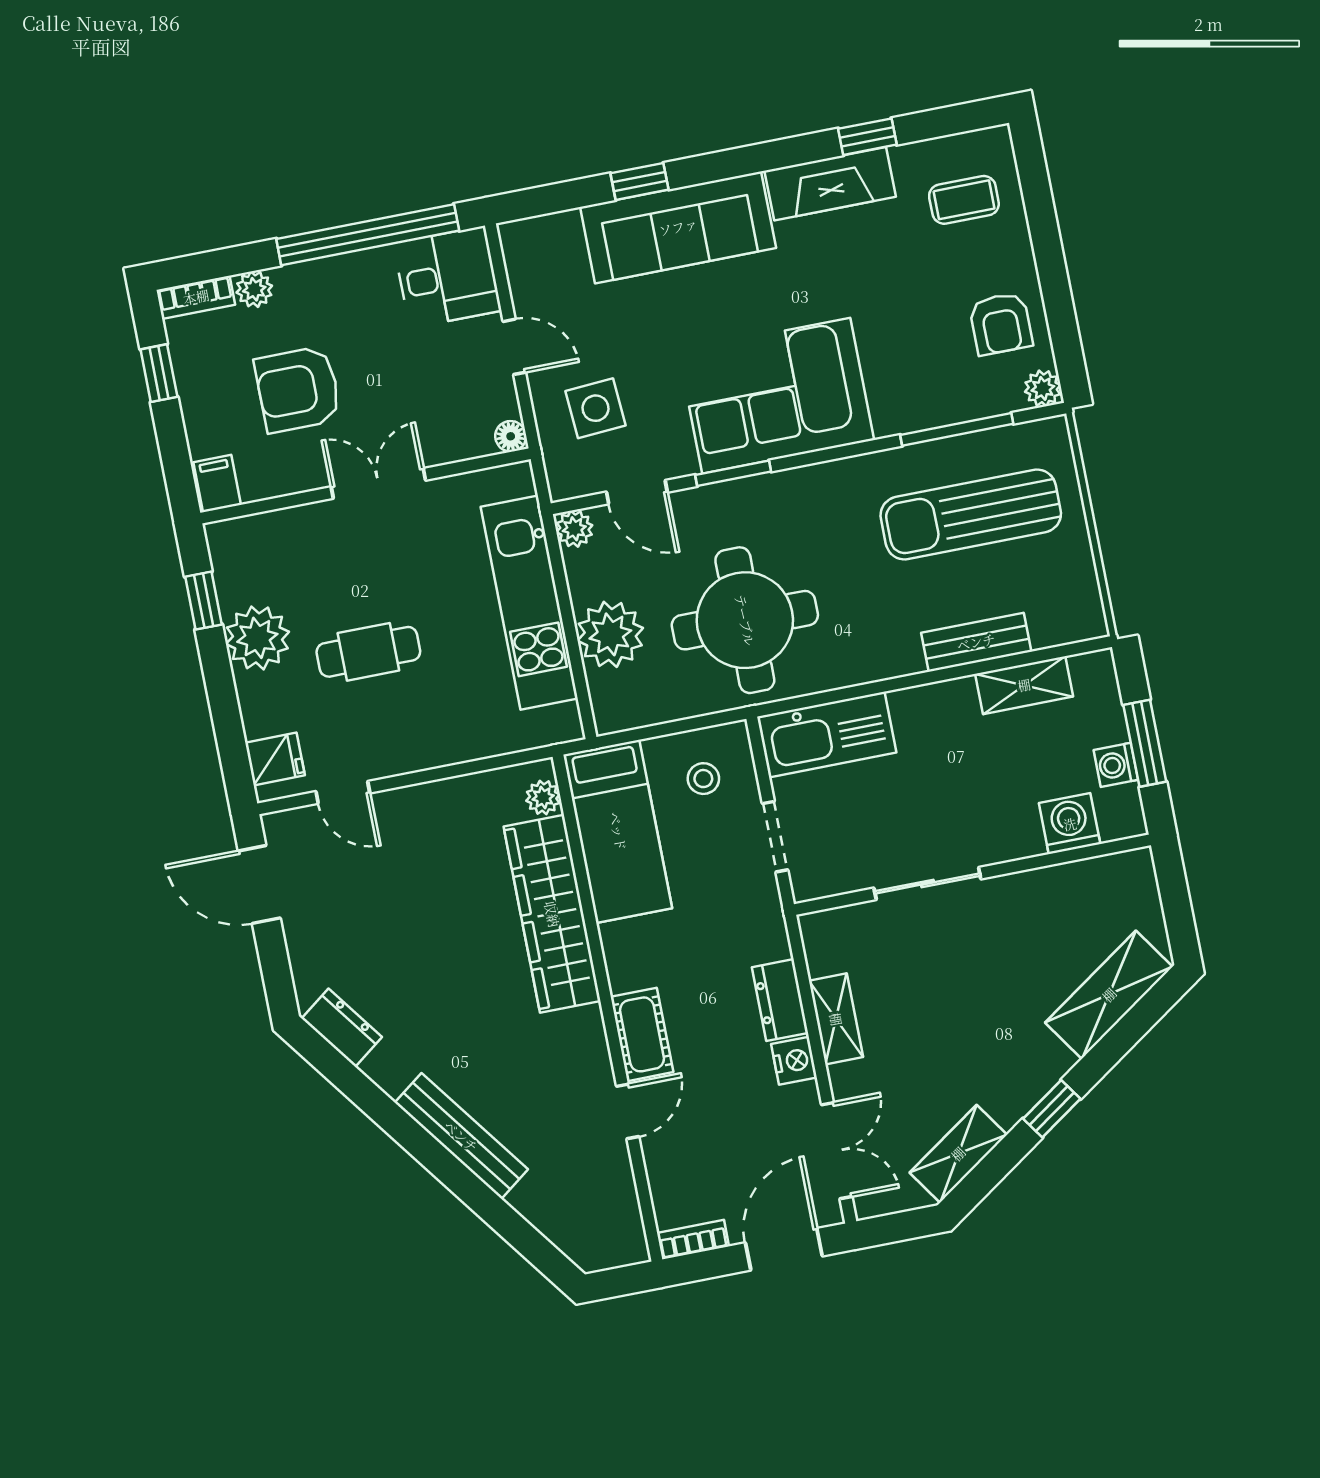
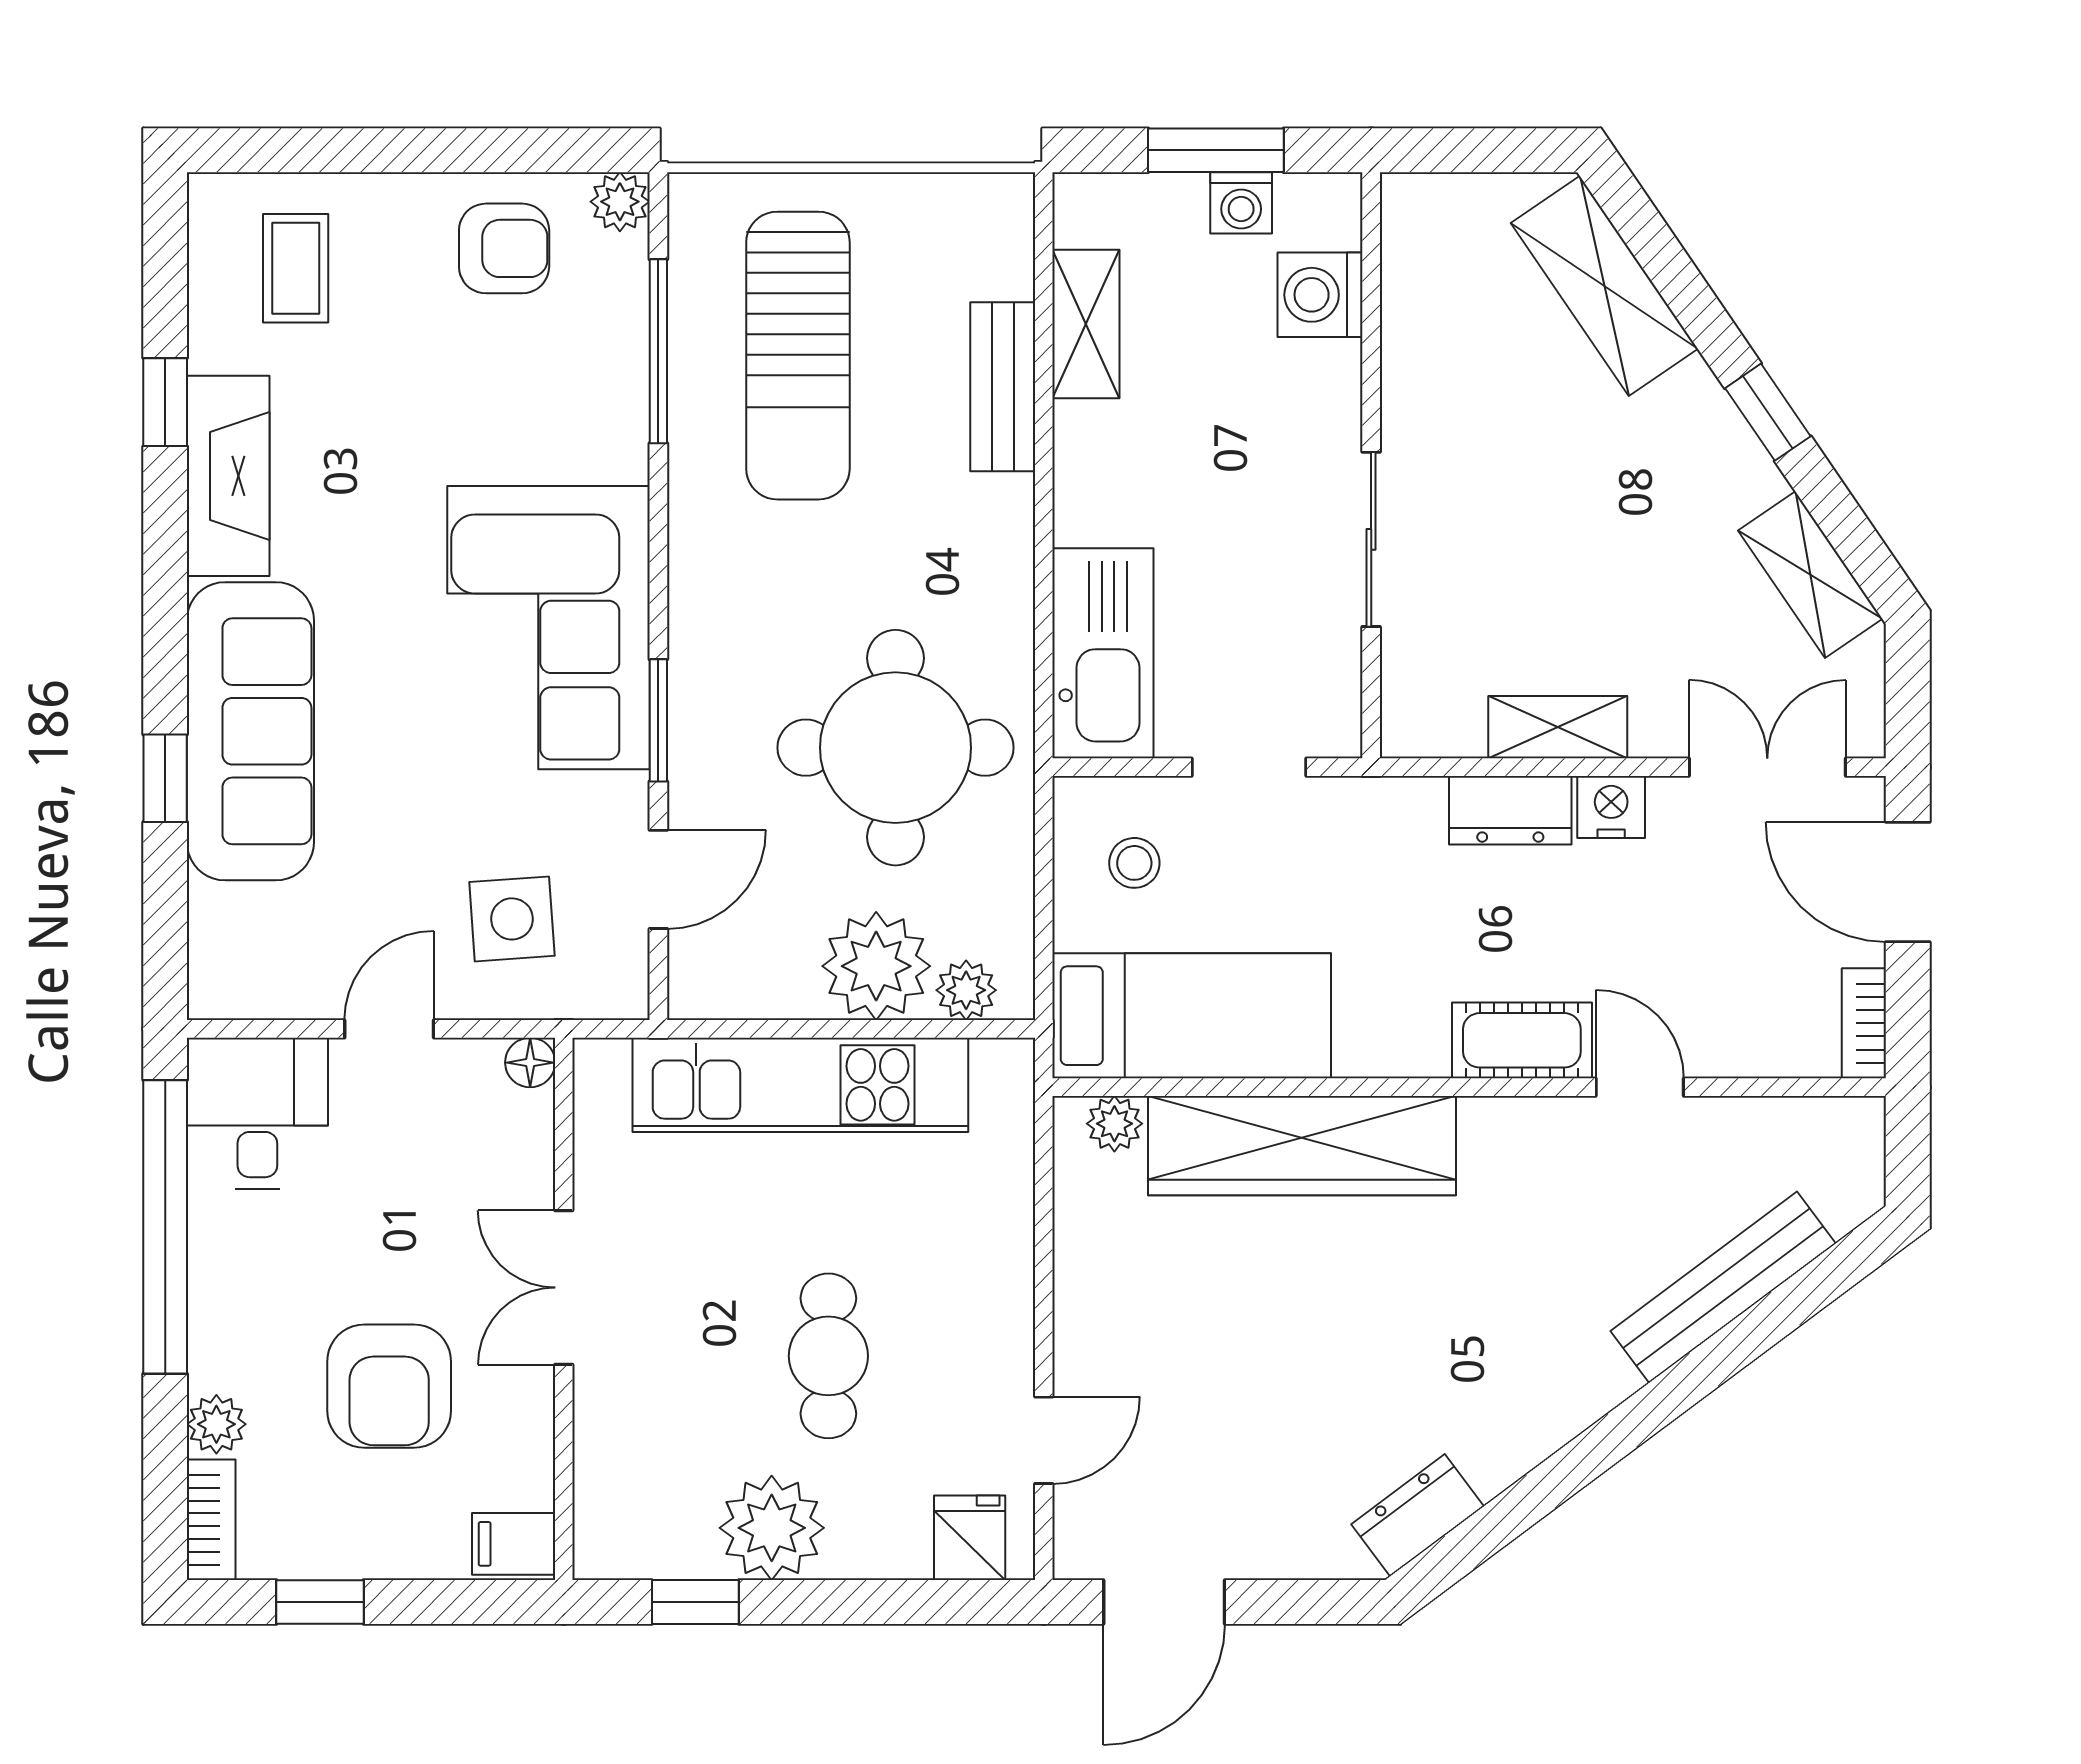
plant: (574, 529) -> (966, 990), moved
bench: (461, 1136) -> (1723, 1287), moved

